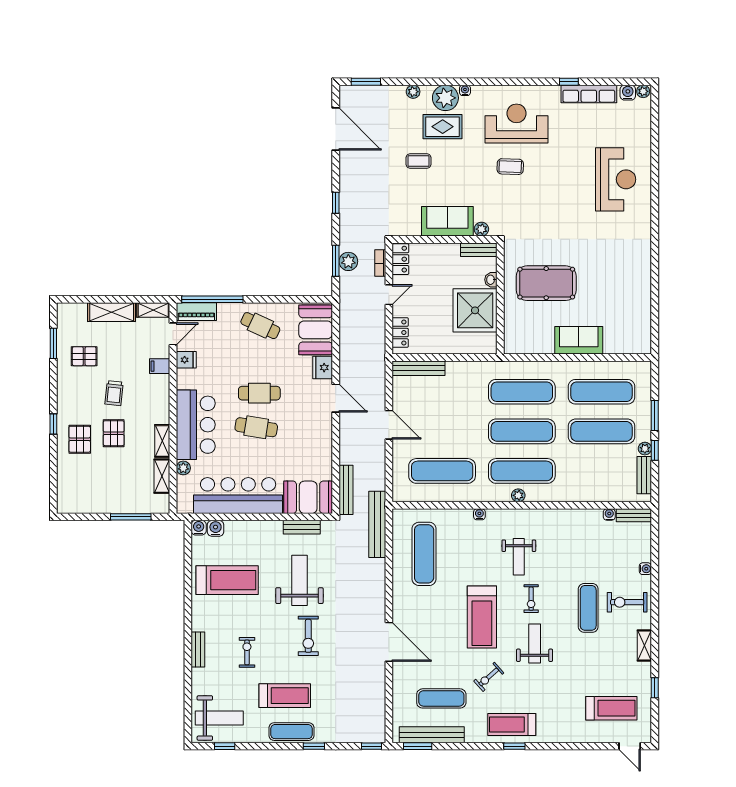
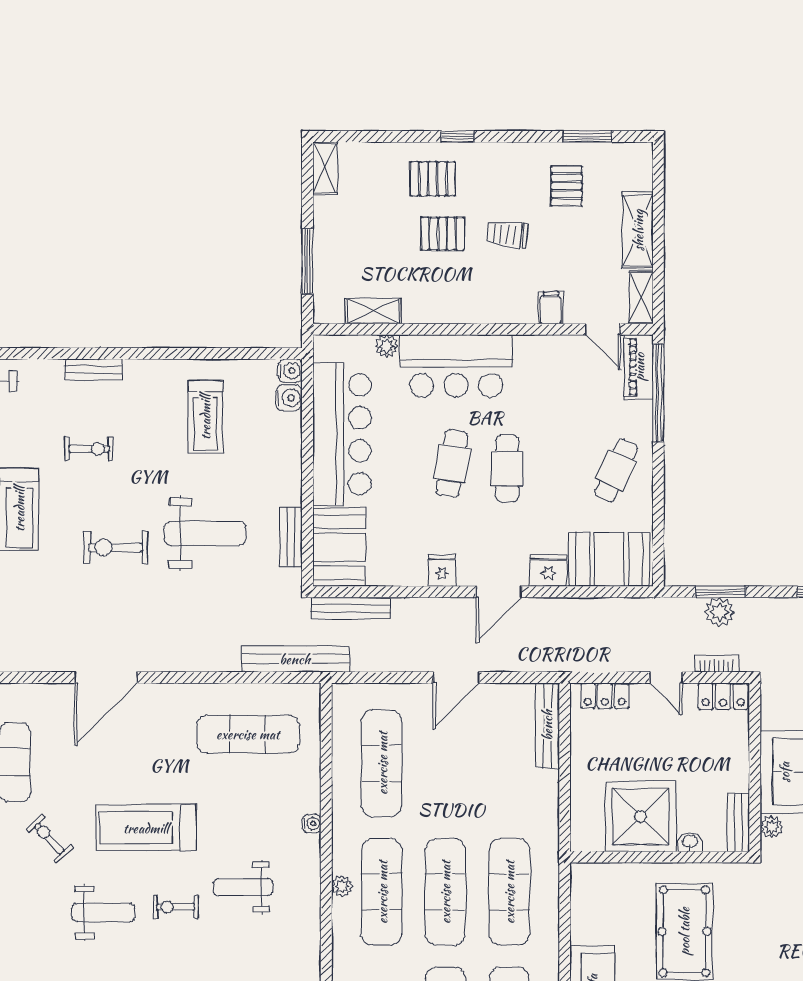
fridge: (186, 360) -> (442, 571), moved, turned 180
shelving: (162, 441) -> (325, 168), moved, turned 90
treadmill: (227, 580) -> (205, 417), width x0.73, depth x0.73

